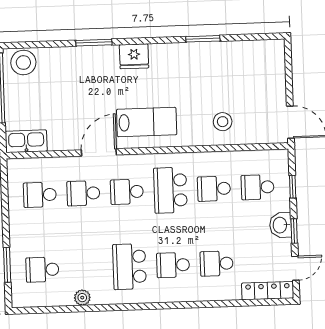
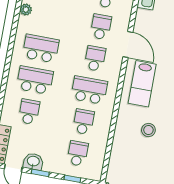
stool: (223, 122) -> (148, 130), moved
washbasin: (280, 225) -> (33, 162), moved
school desk: (173, 265) -> (35, 80), width x1.85

